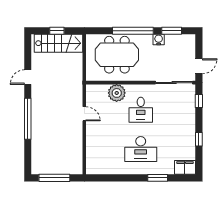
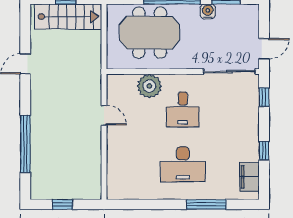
window: (28, 119) -> (25, 144), moved
filing cabinet: (185, 167) -> (249, 177), moved, turned -90
window: (54, 178) -> (62, 204), width x0.46
window: (158, 178) -> (206, 204), width x1.44

